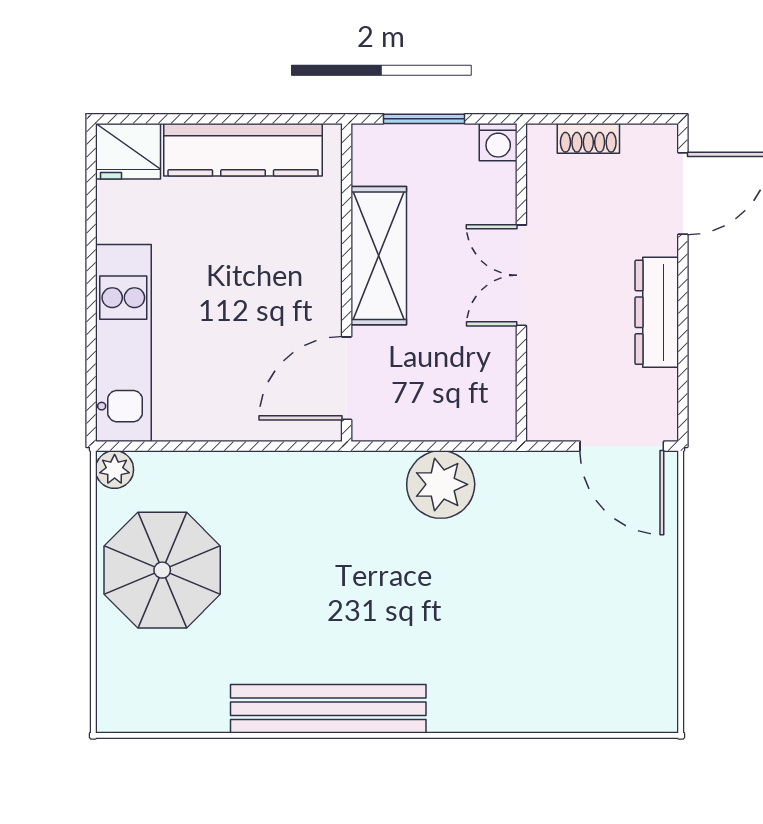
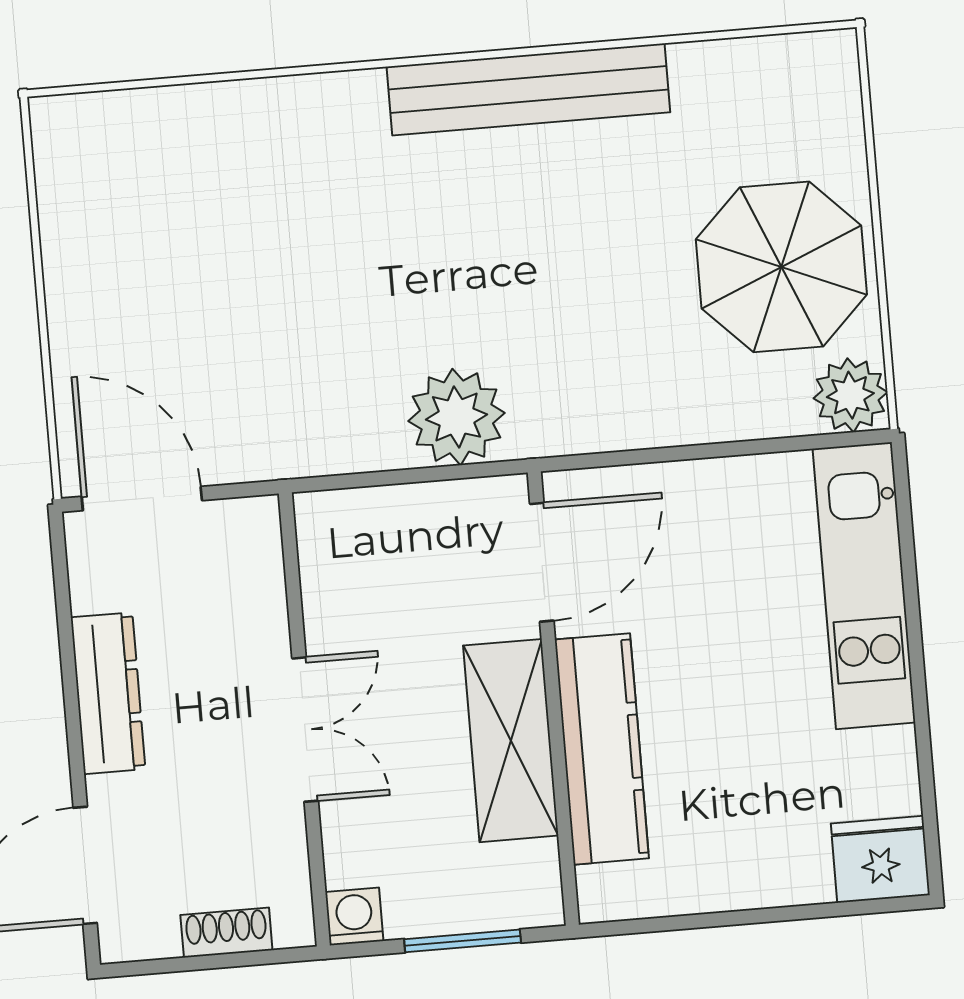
kitchen counter: (243, 150) -> (602, 749), moved, turned 90
plant: (115, 470) -> (850, 395), width x1.38, depth x1.38
plant: (441, 484) -> (457, 417), moved

